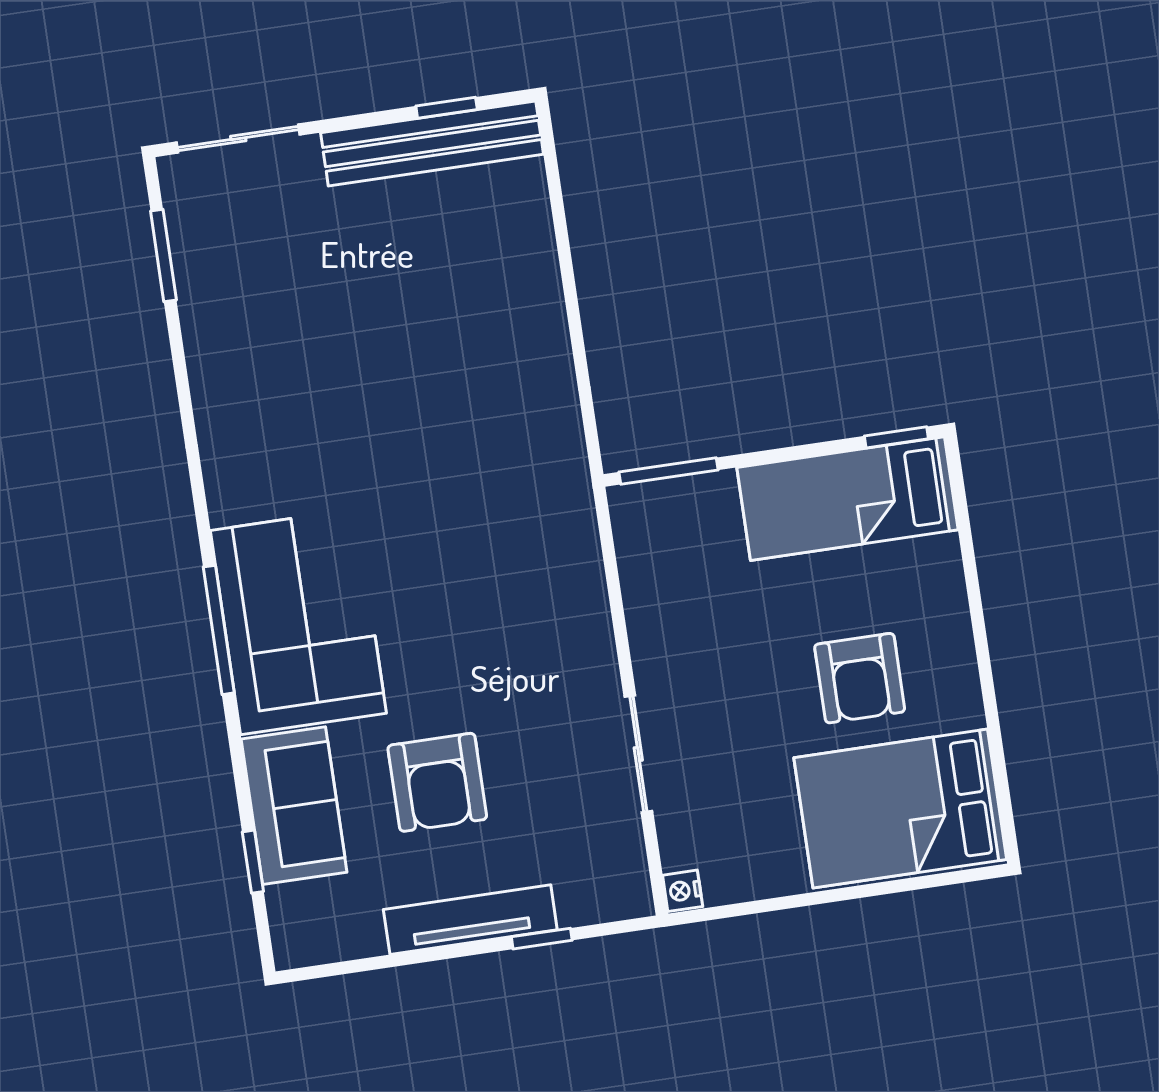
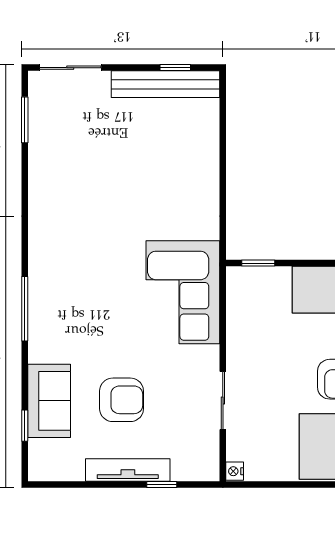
window: (669, 471) -> (258, 263), width x0.67
corner sofa: (298, 622) -> (183, 292), moved, turned 180
armchair: (437, 782) -> (122, 400), turned -90

